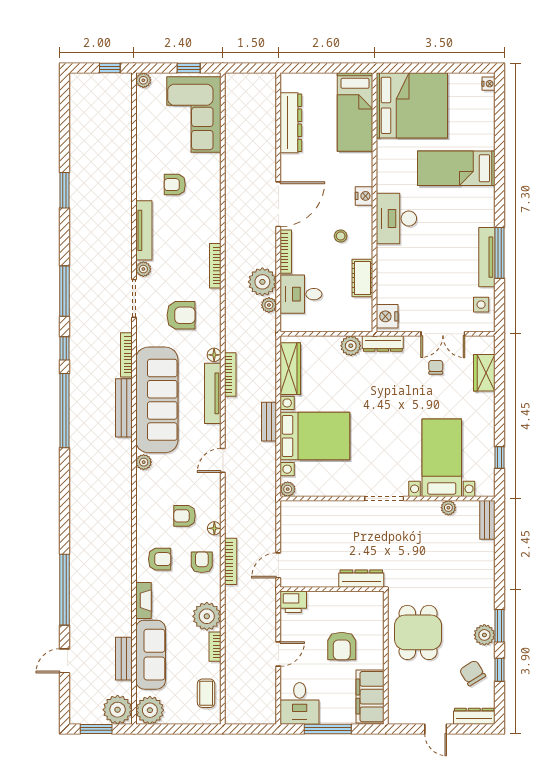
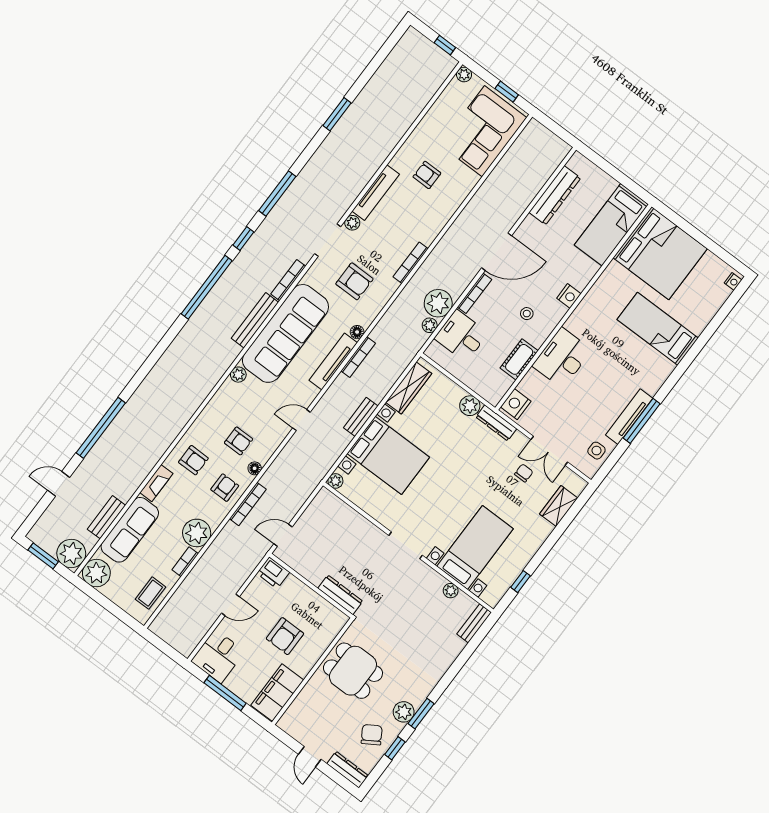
desk: (396, 219) -> (562, 358), moved
armchair: (185, 516) -> (239, 441), turned 180
dining table: (418, 632) -> (353, 671), turned 90

